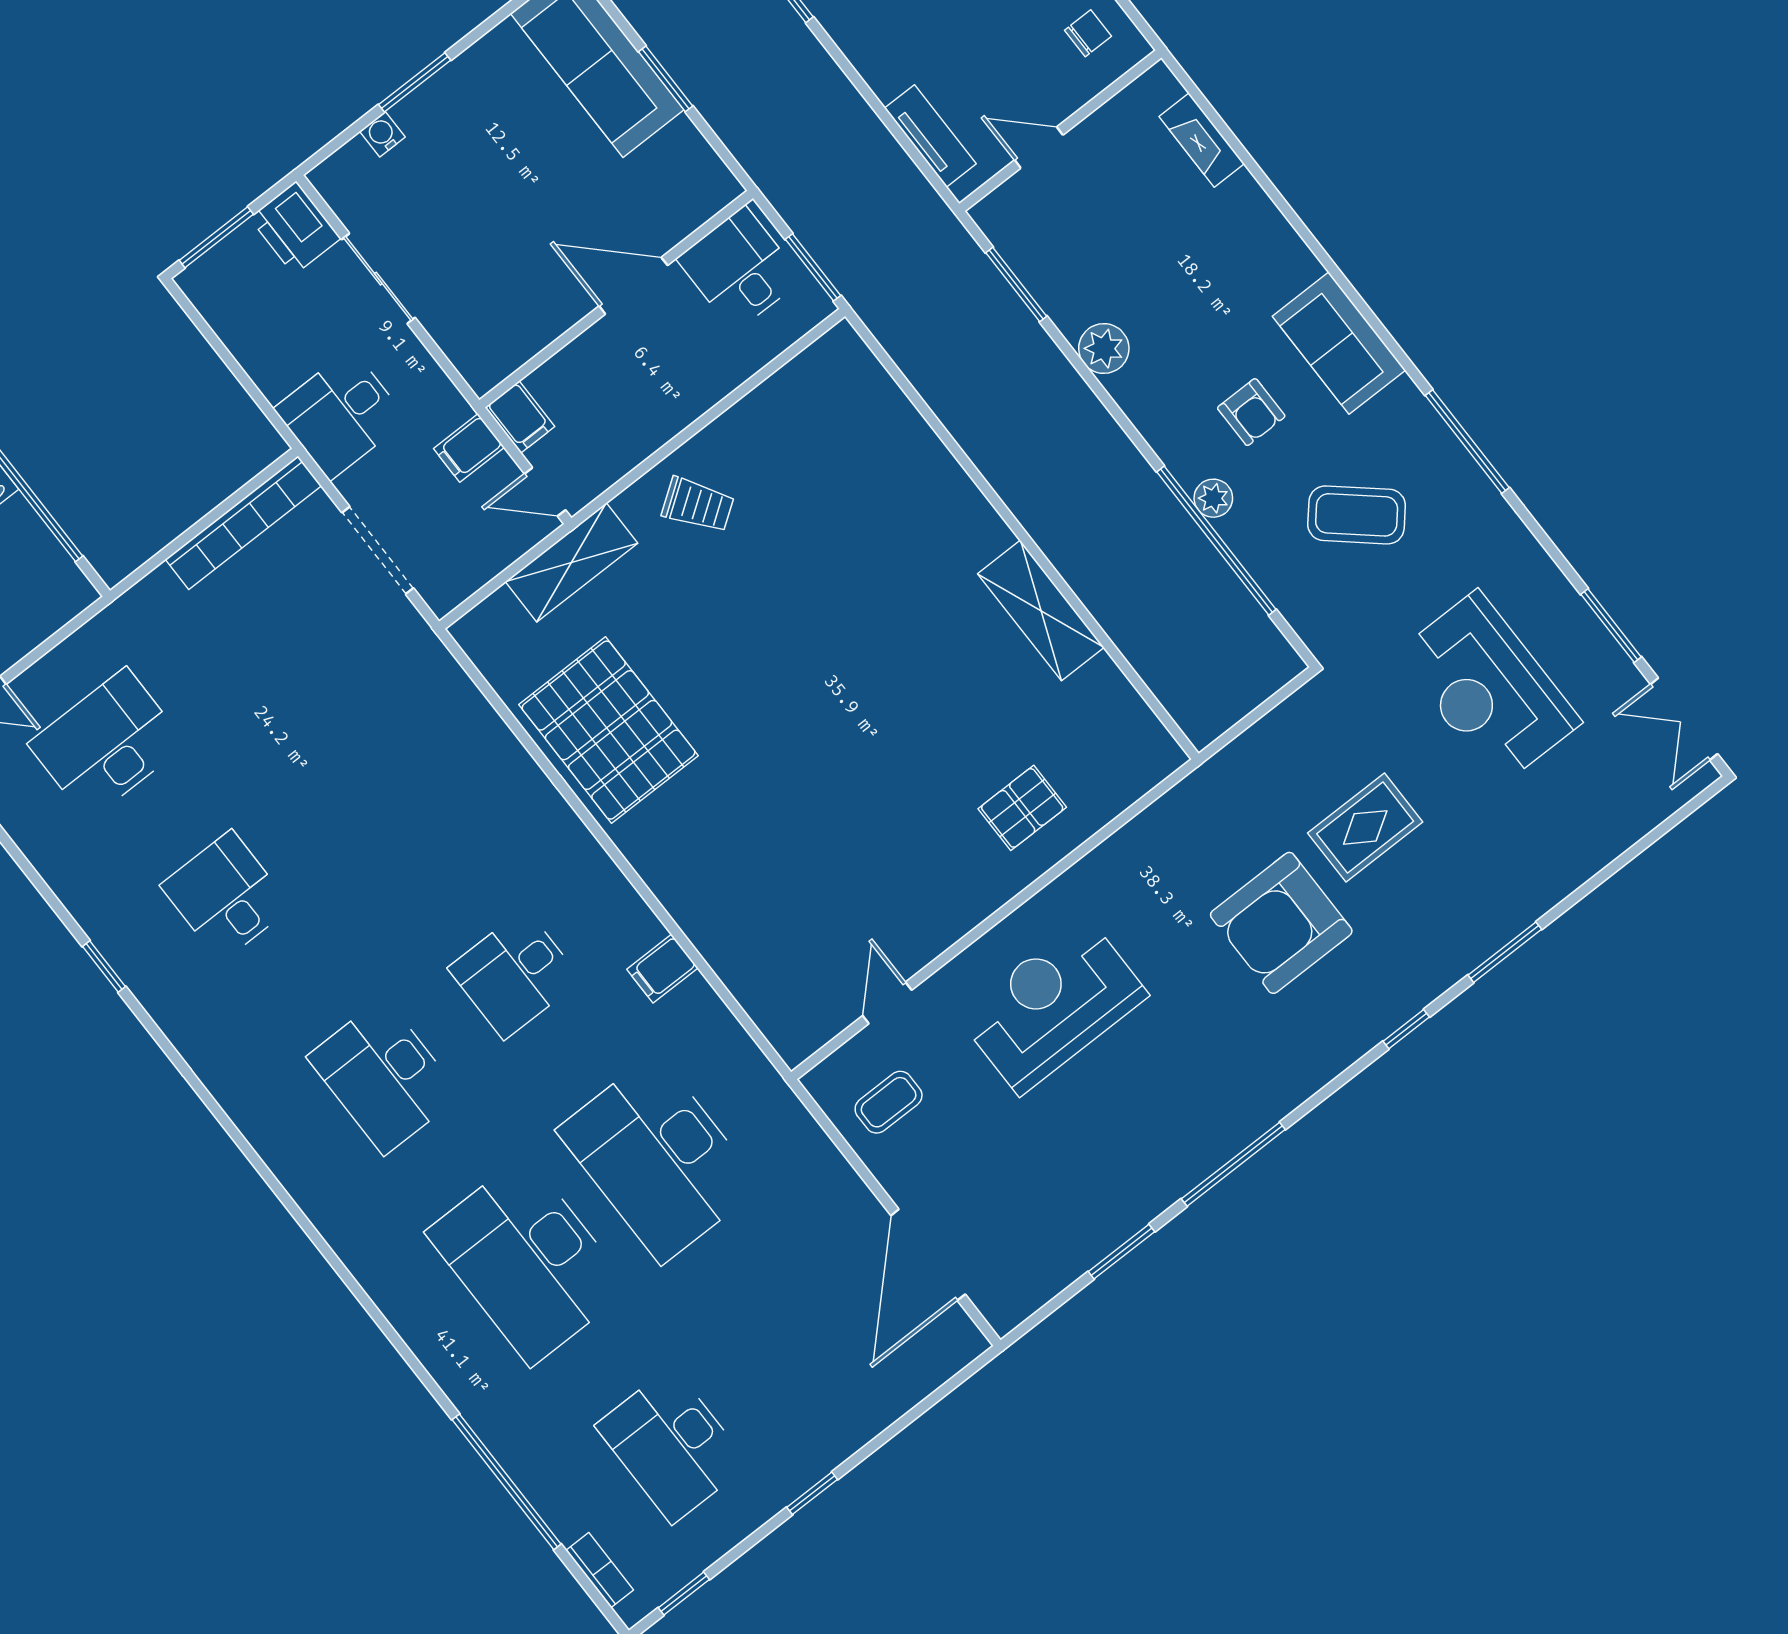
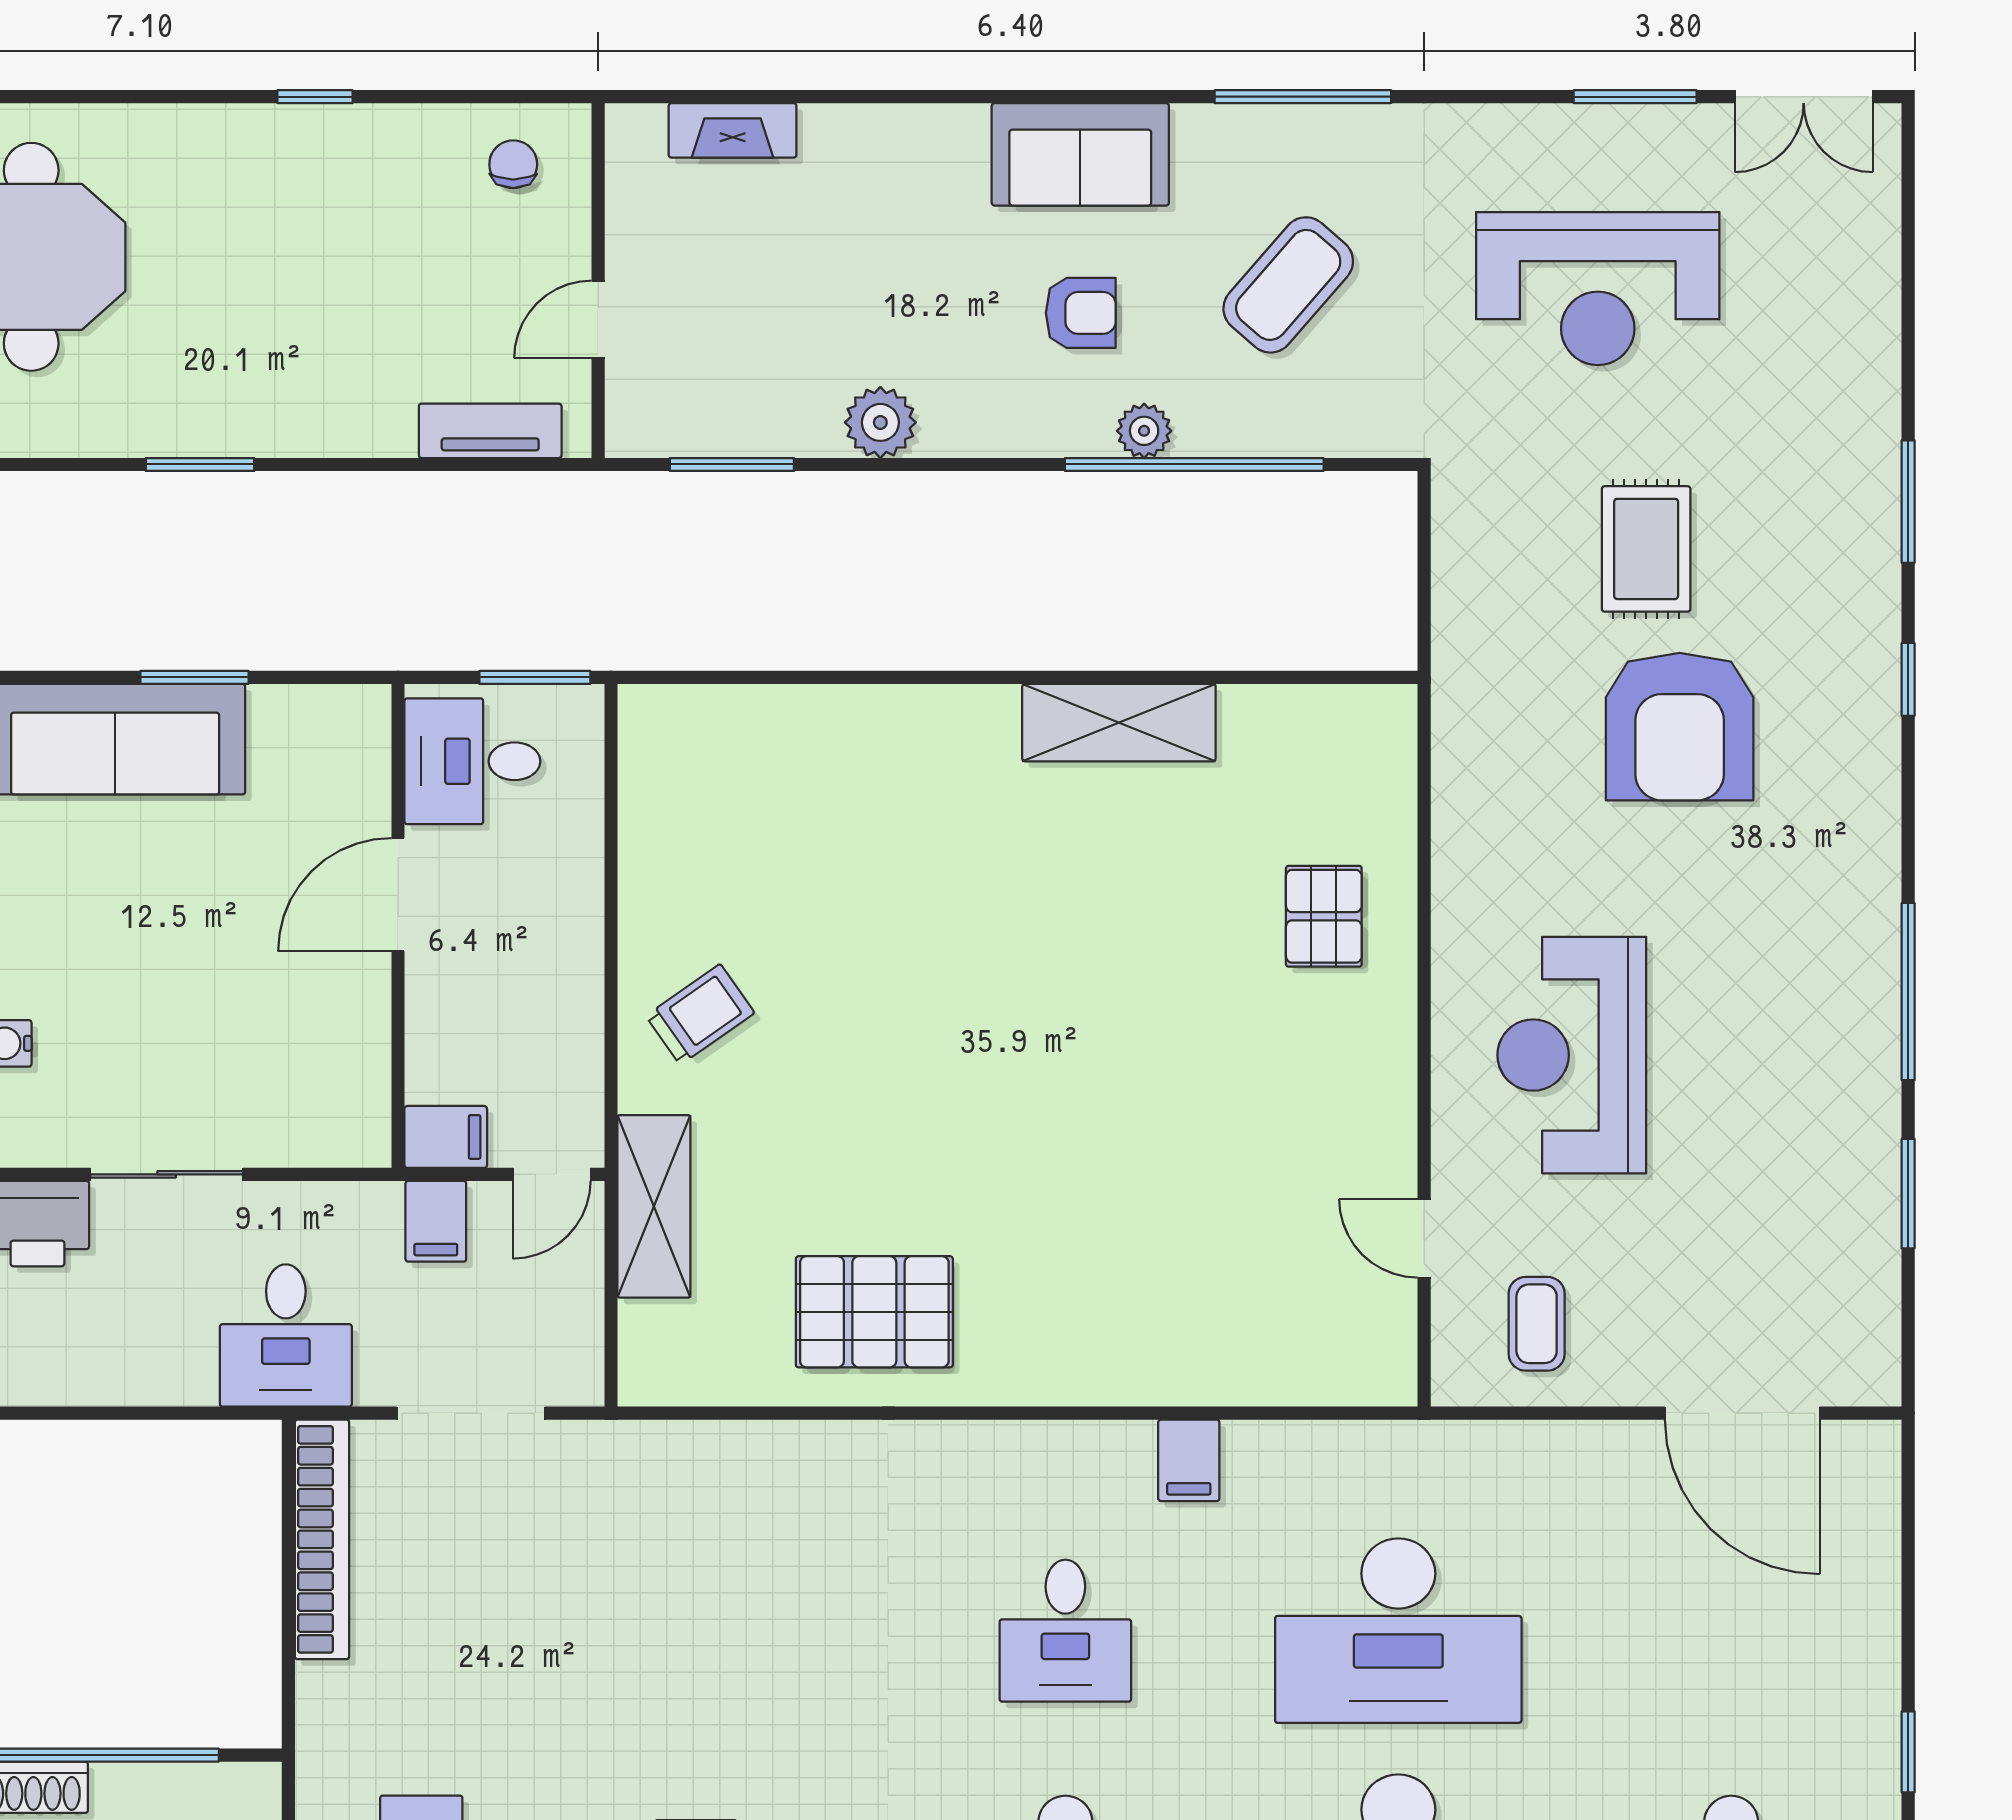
pallet: (608, 730) -> (874, 1312), width x0.73, depth x0.71

